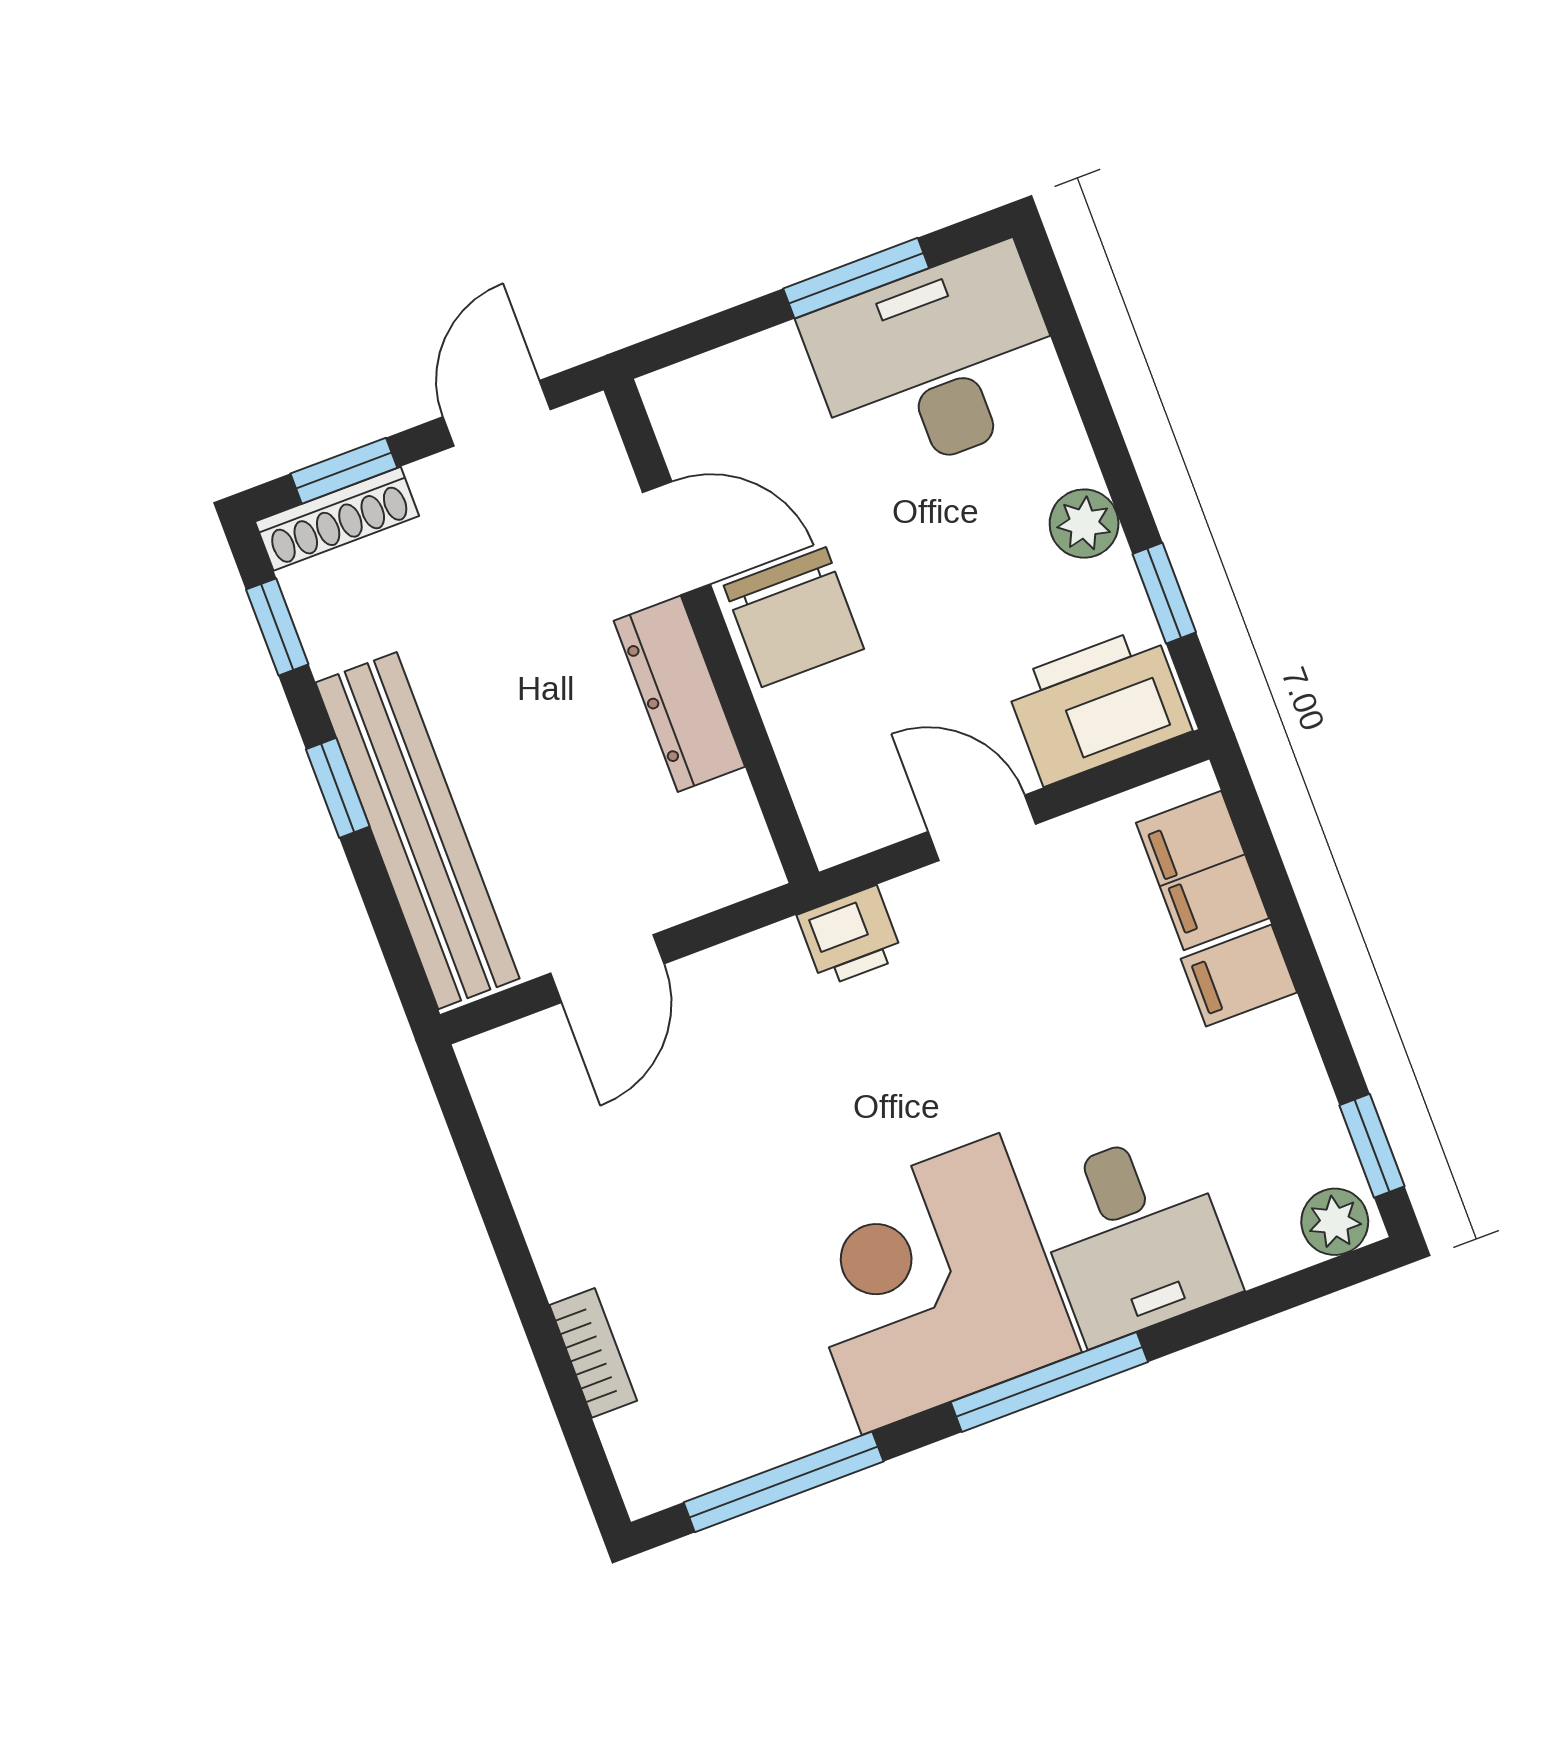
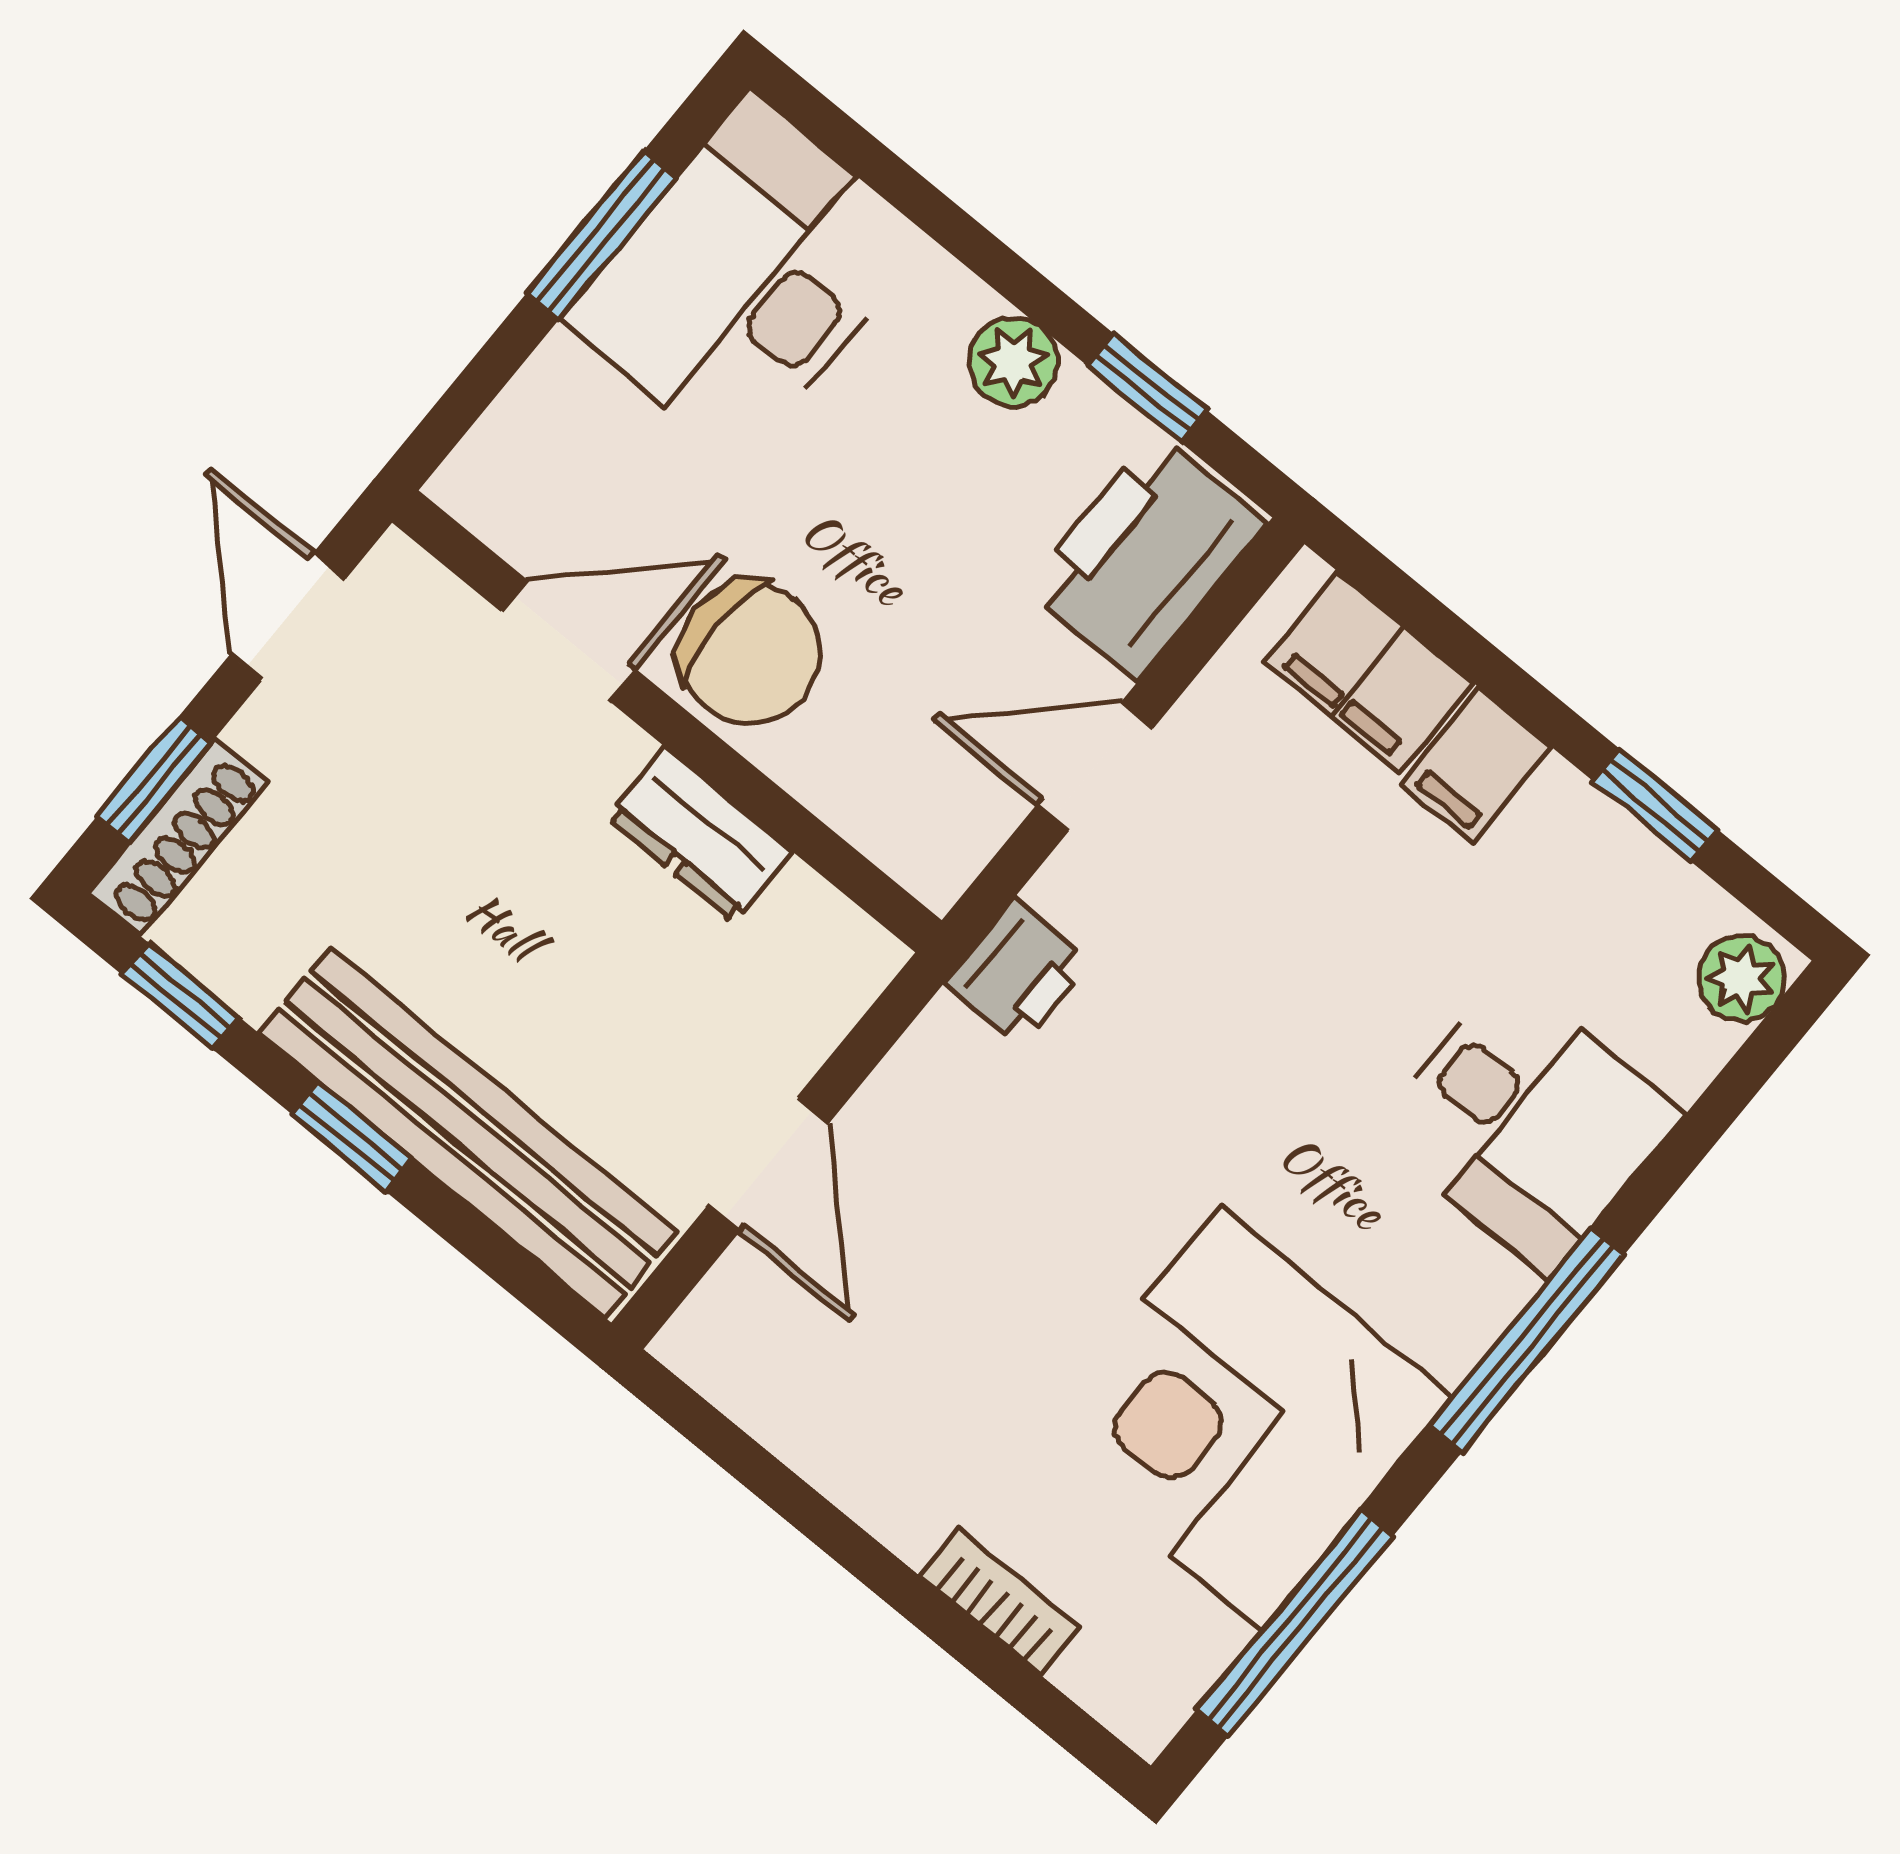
dresser: (679, 694) -> (699, 835), width x0.70
window: (1372, 1146) -> (1655, 805), moved
corner desk: (931, 1284) -> (1241, 1418), moved

